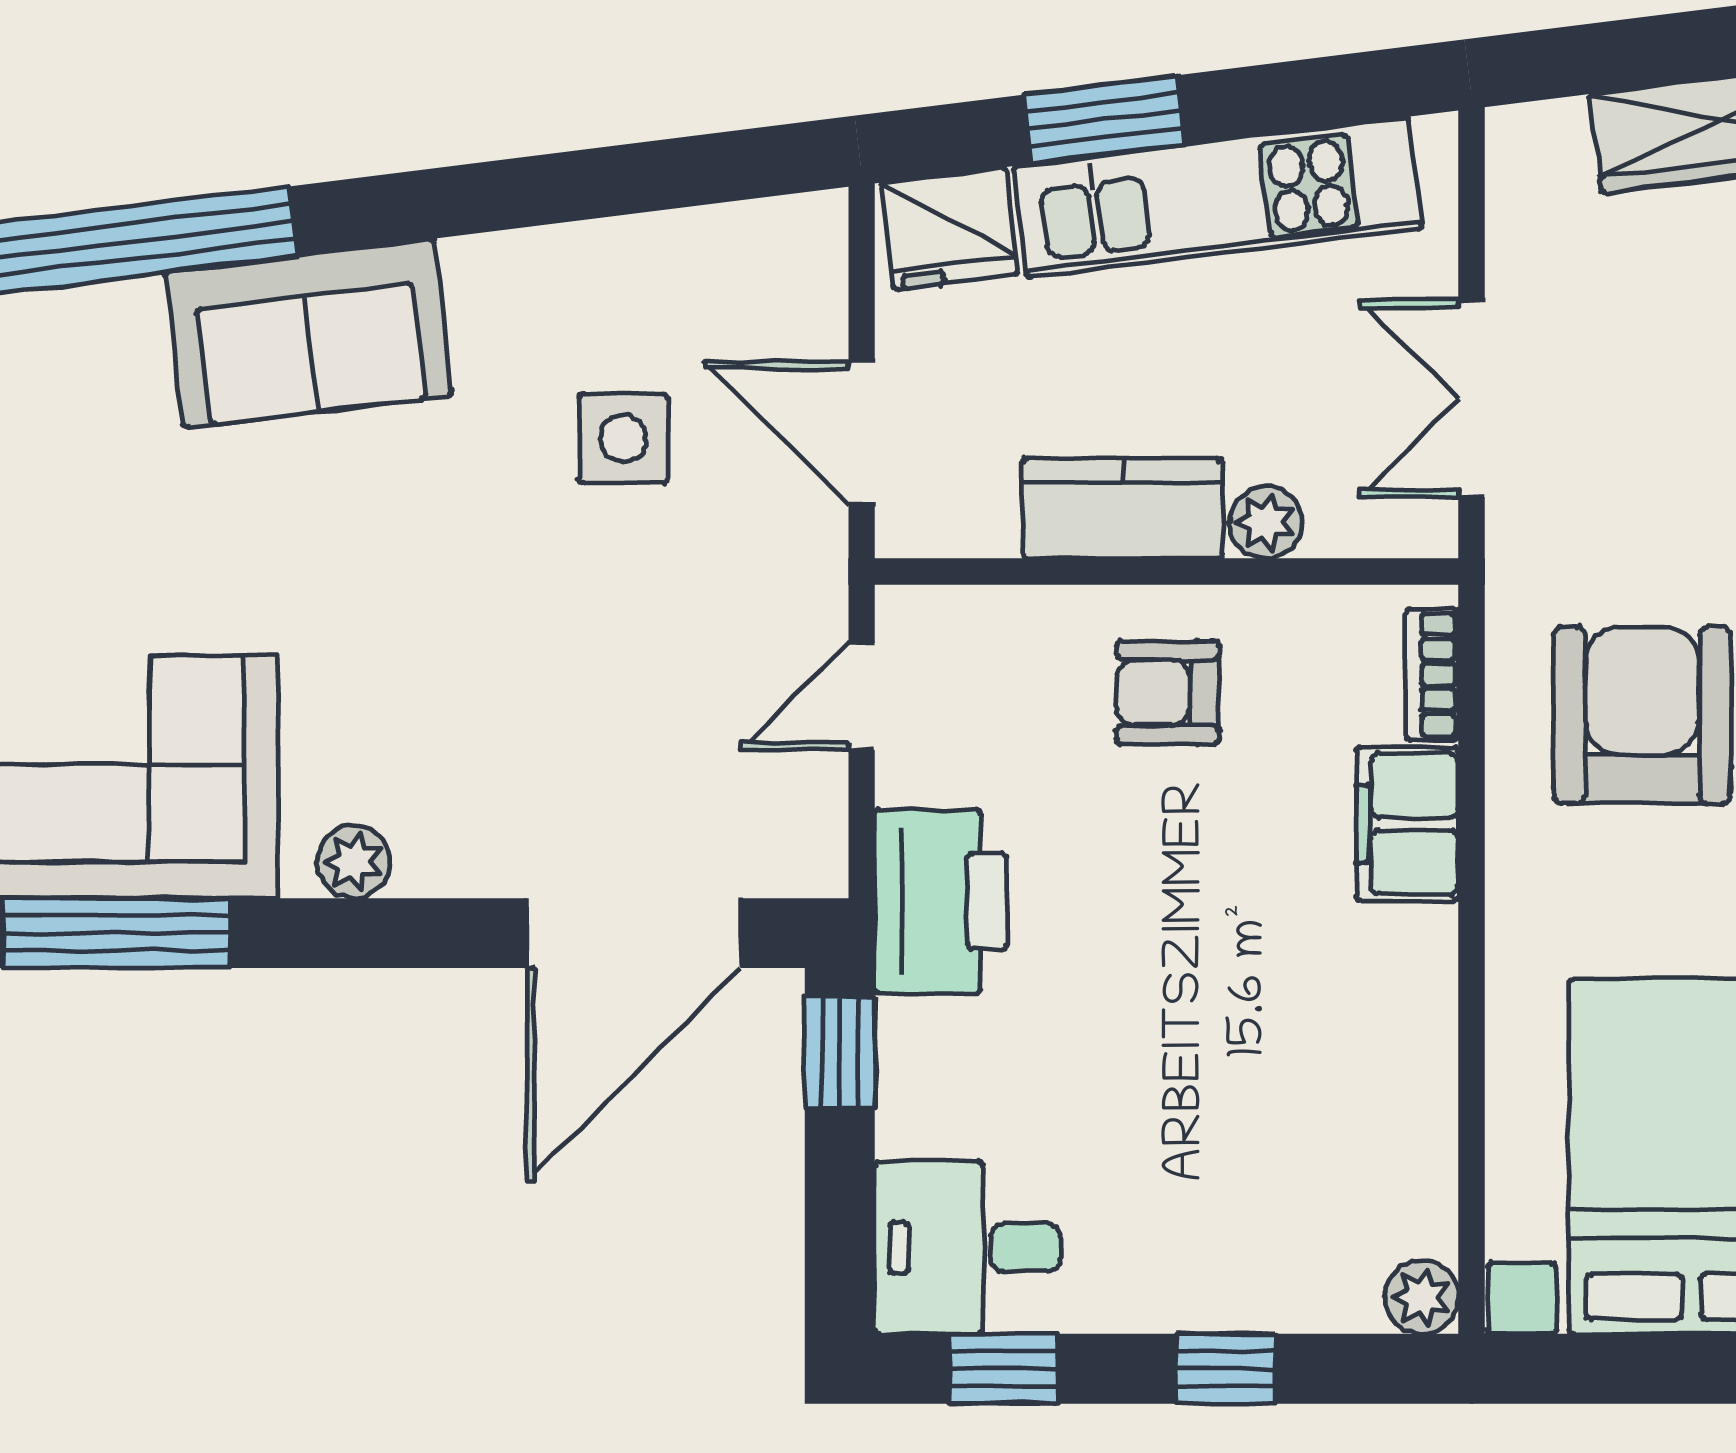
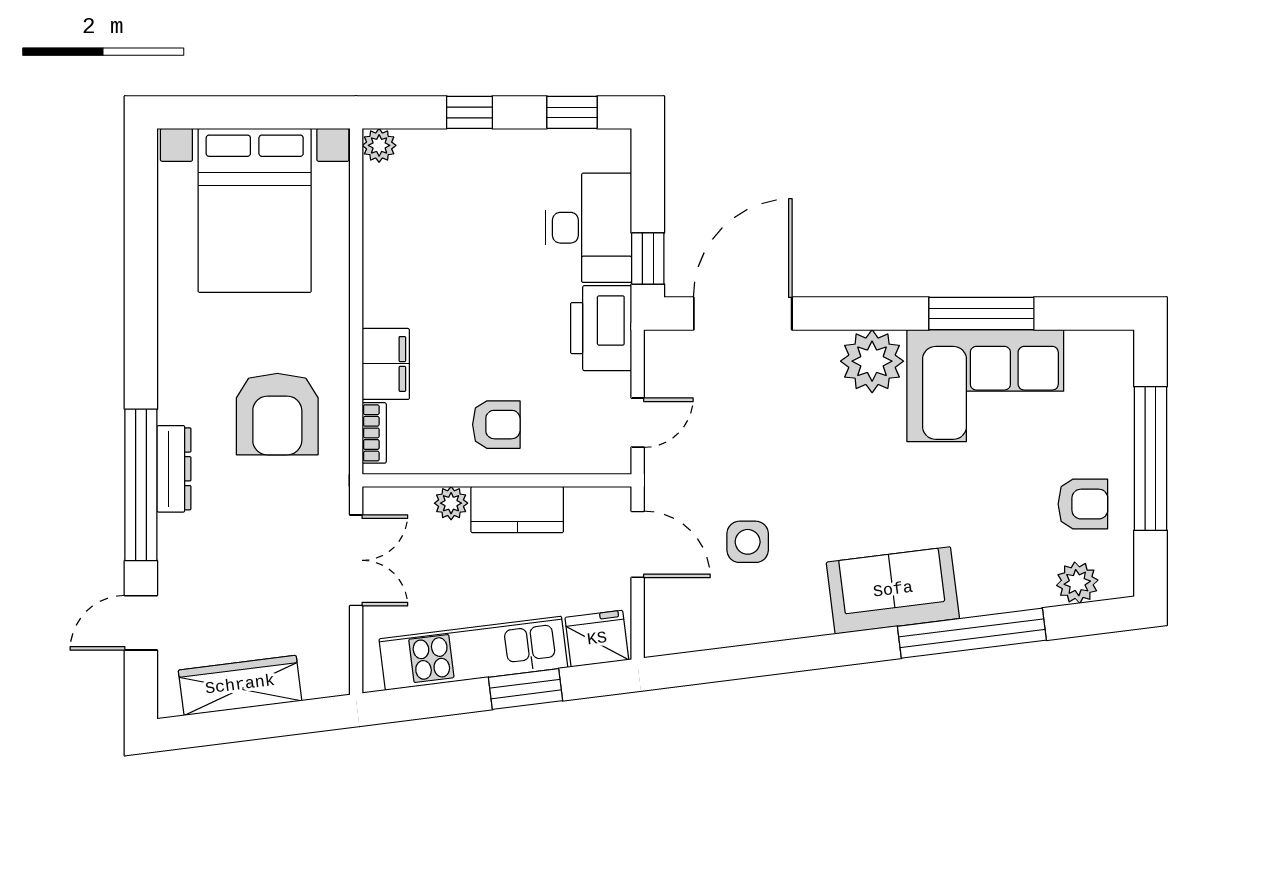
plant: (354, 862) -> (872, 361), width x1.87, depth x1.87
desk: (968, 1248) -> (589, 228), moved, width x1.37

